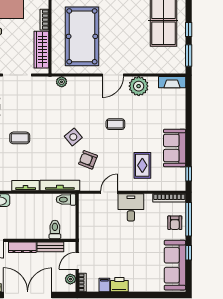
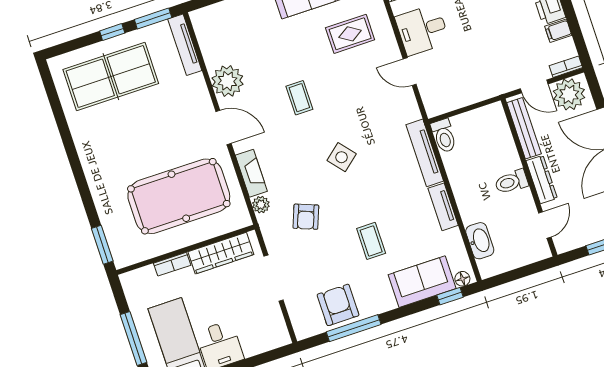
tv unit: (167, 69) -> (185, 45), added
fireplace: (172, 82) -> (251, 173), moved
armchair: (88, 160) -> (306, 217), moved
toilet: (55, 229) -> (511, 182), moved
bench: (50, 247) -> (524, 128), width x1.36
plant: (70, 279) -> (569, 94), width x1.88, depth x1.88

